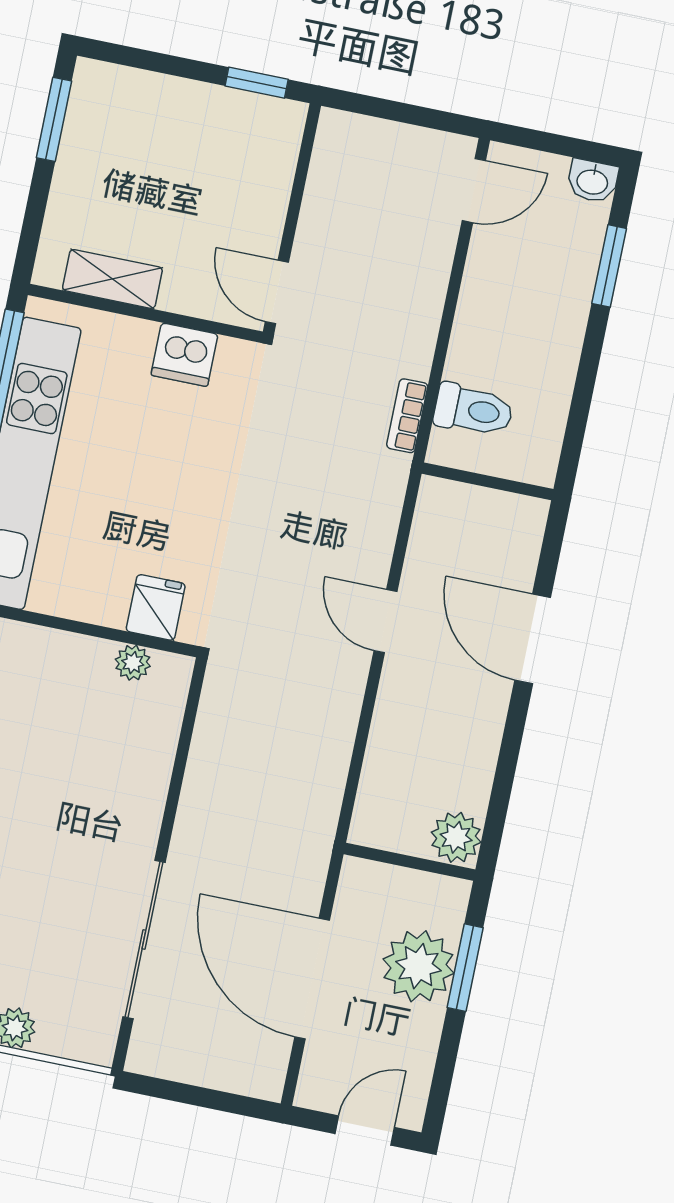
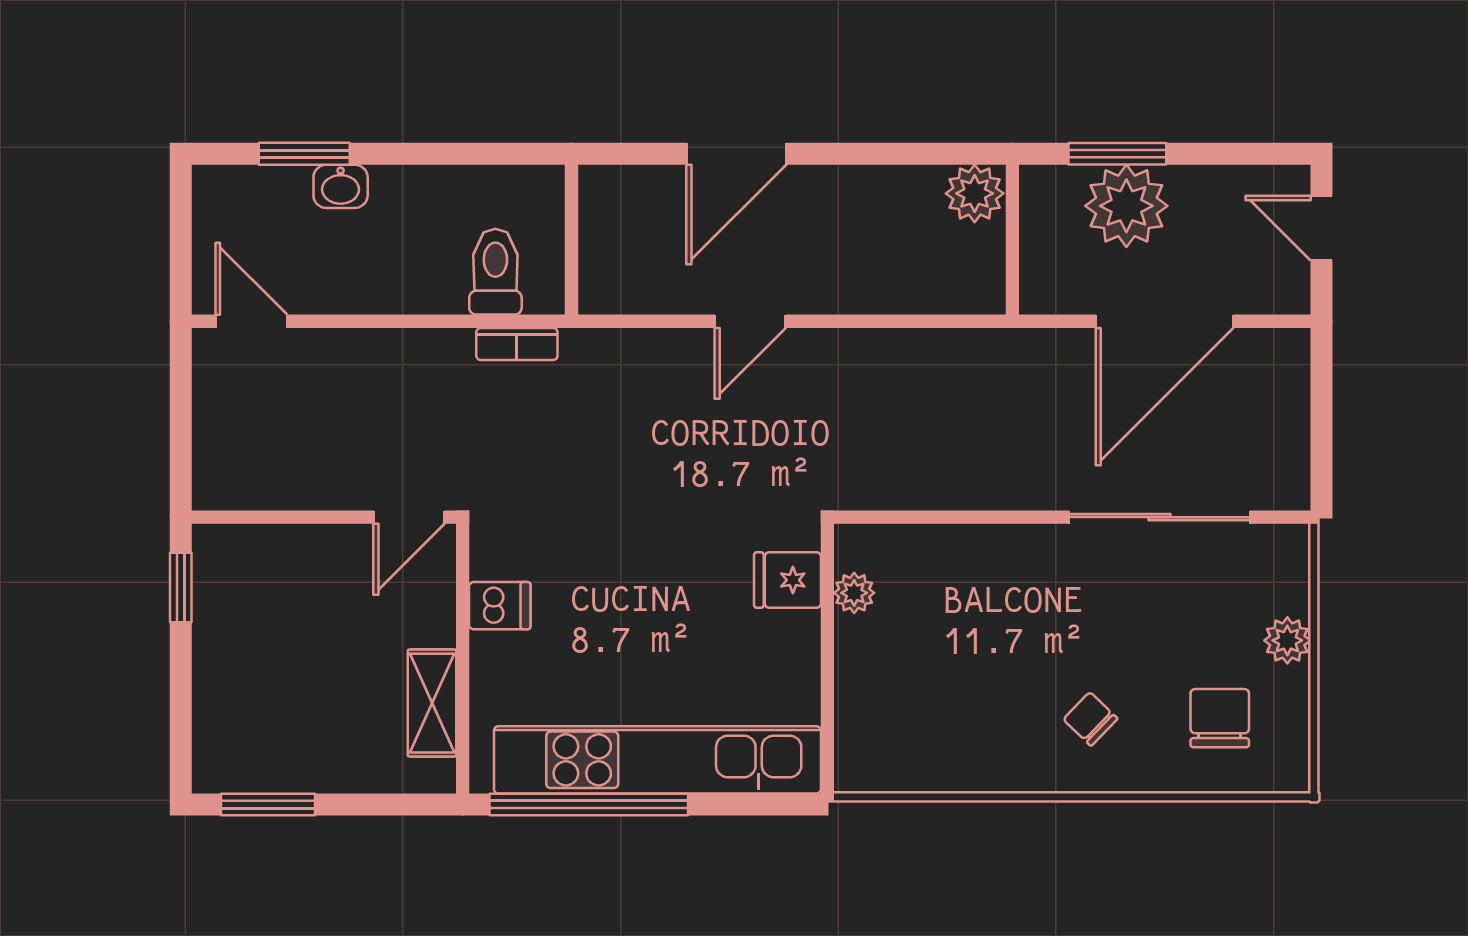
washbasin: (593, 181) -> (341, 186), moved, turned 90
dishwasher: (184, 355) -> (500, 606), width x0.73

